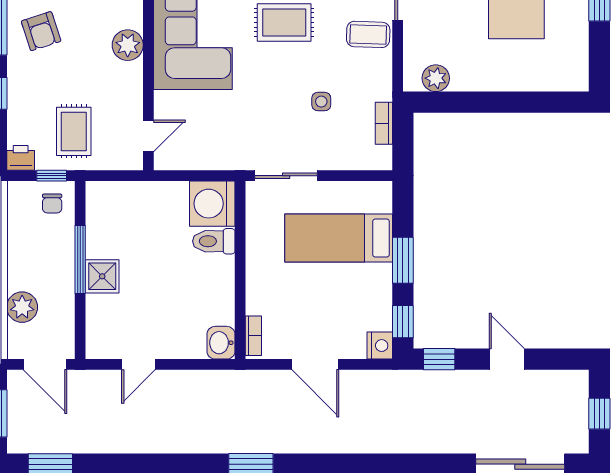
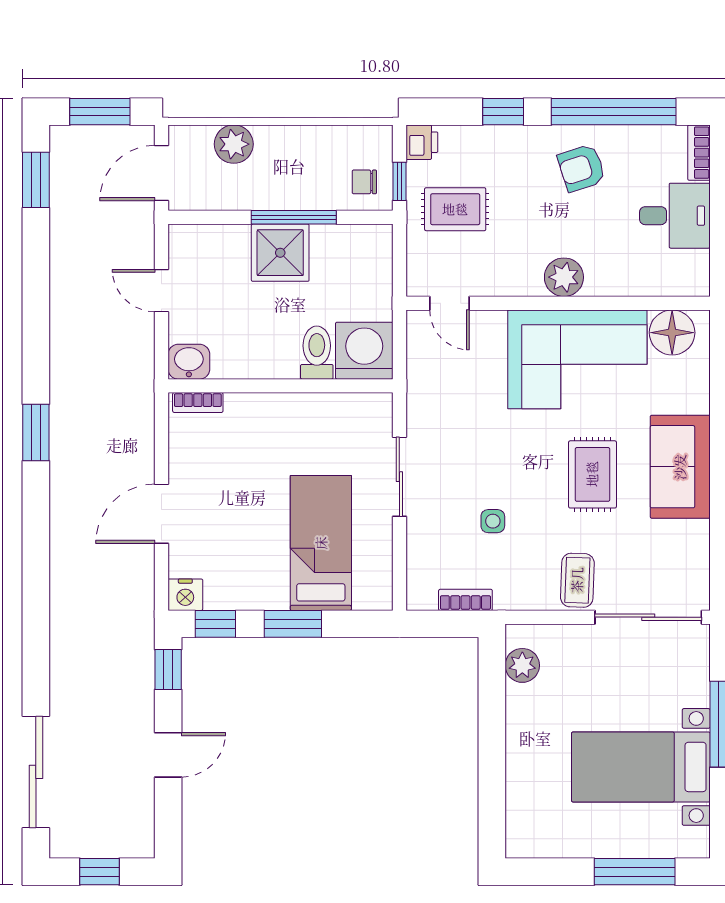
washing machine: (212, 204) -> (364, 351), moved
toilet: (214, 241) -> (317, 353), moved
wall: (240, 270) -> (280, 386), moved
shower: (102, 276) -> (280, 253), width x1.36, depth x1.36
bookcase: (253, 336) -> (198, 403), moved
washbasin: (221, 343) -> (189, 362), moved

